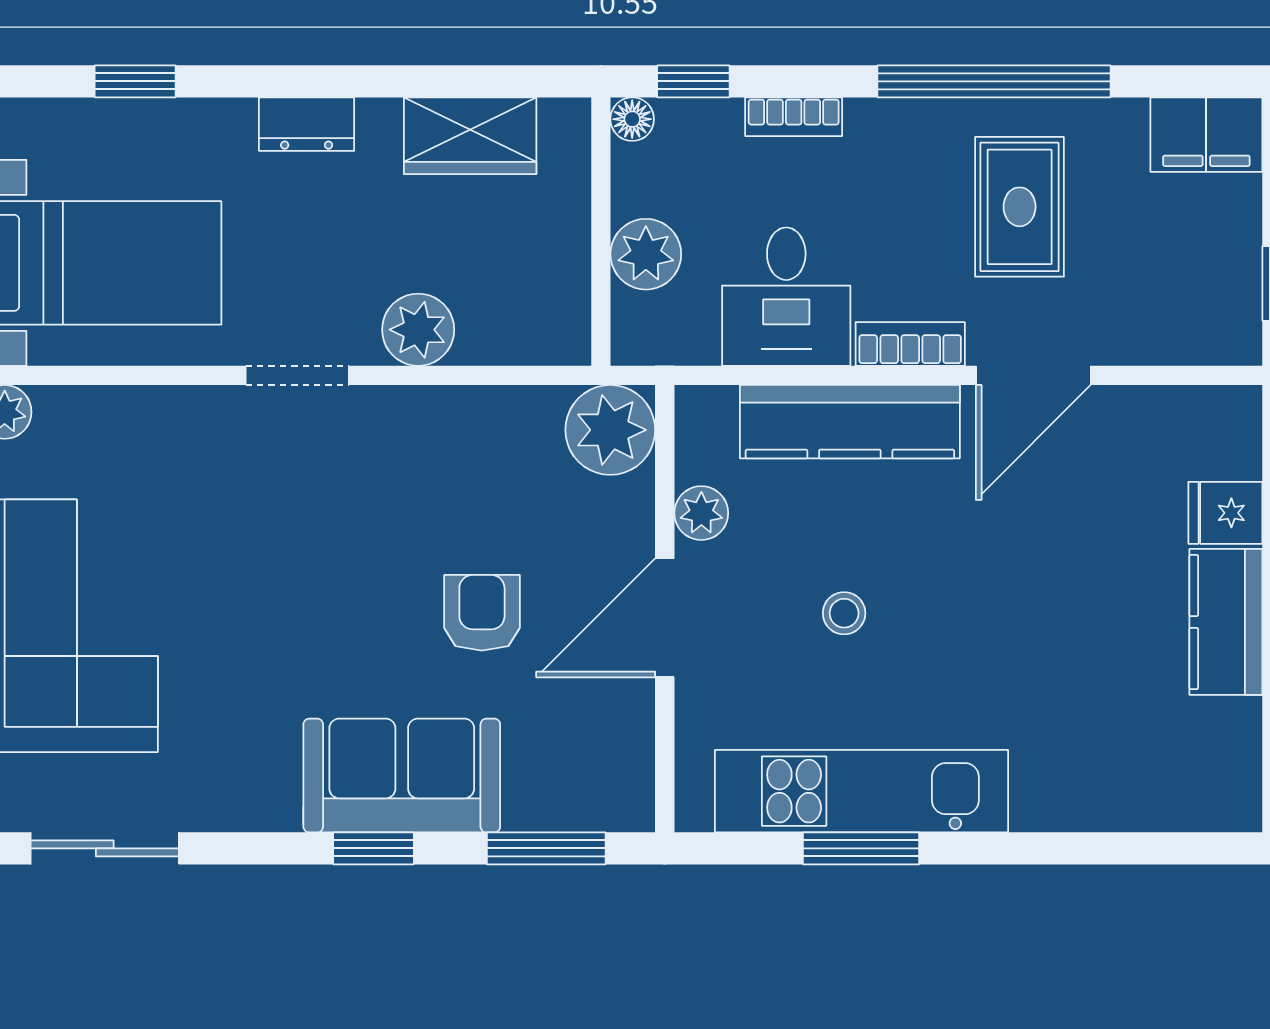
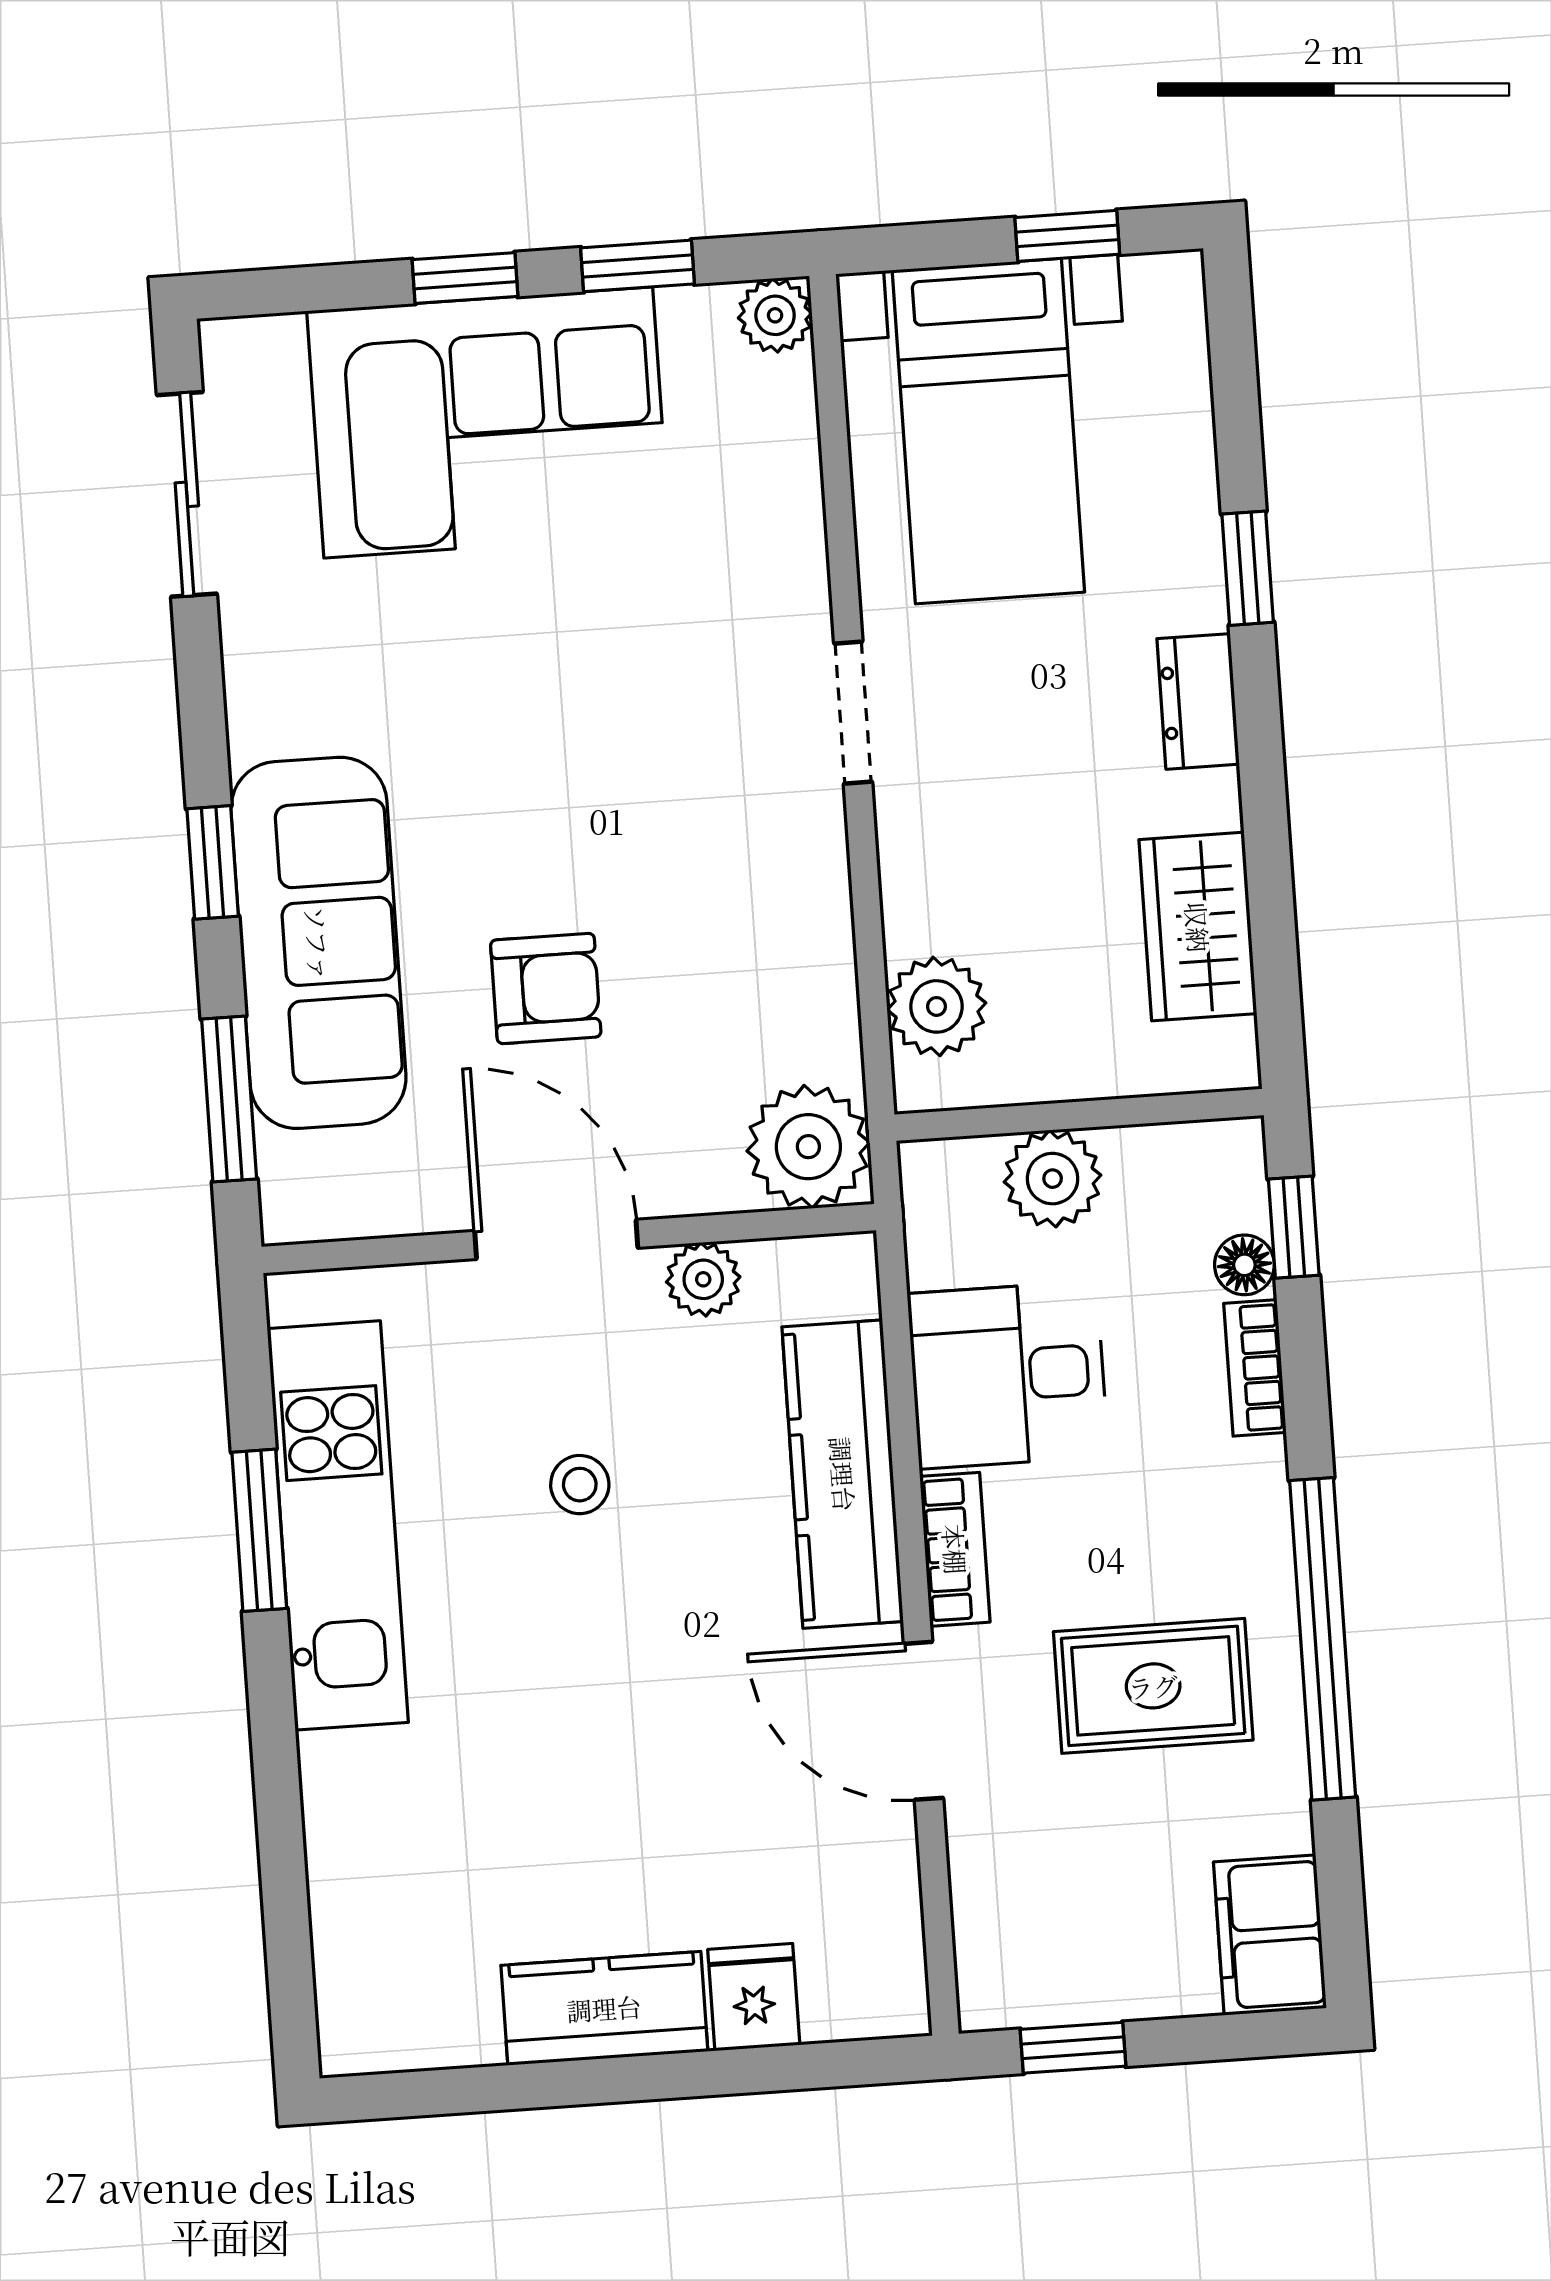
window: (135, 81) -> (1248, 568), moved
floor lamp: (632, 119) -> (1244, 1265), moved
plant: (418, 330) -> (936, 1006), moved
sofa: (402, 776) -> (318, 943), width x1.36

